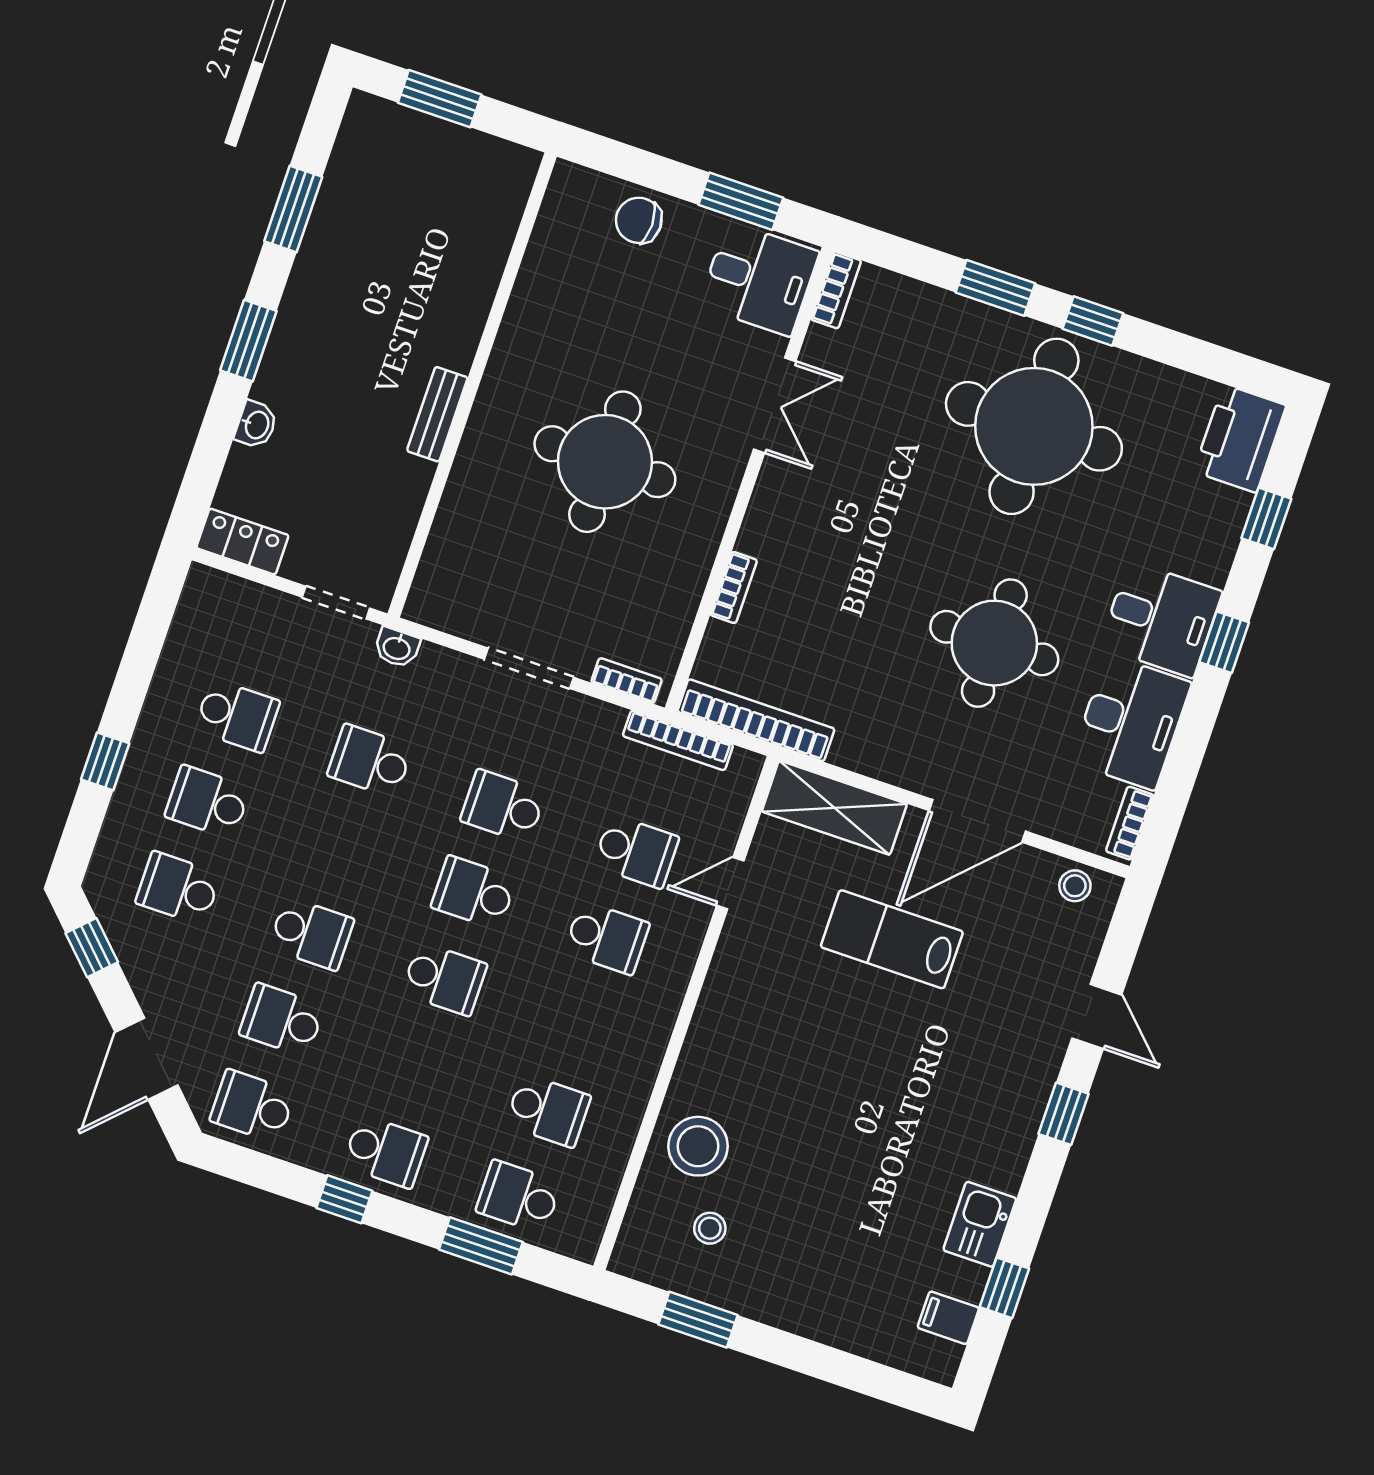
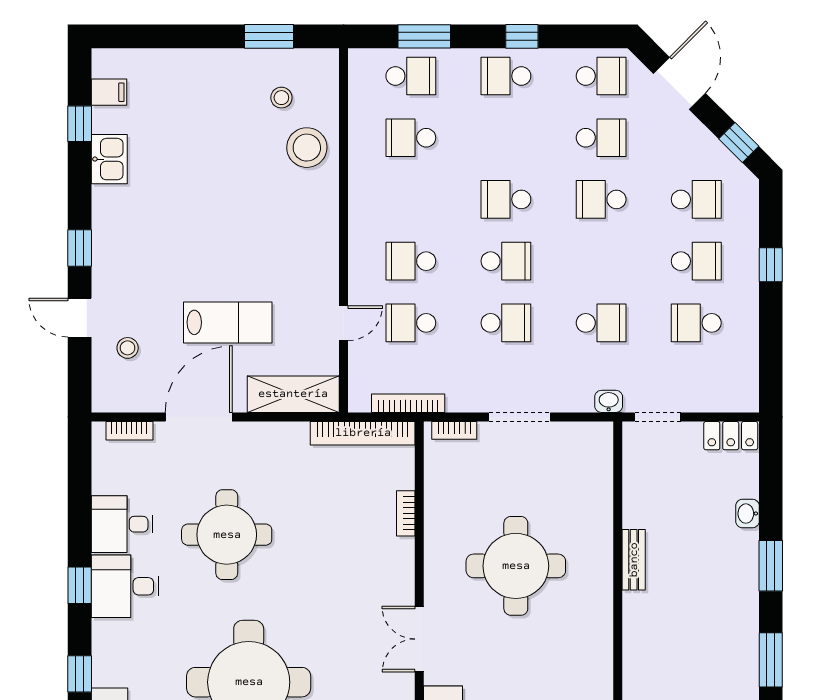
desk: (1131, 722) -> (122, 524), width x0.73
bookcase: (1130, 823) -> (129, 431), moved, turned 90
stool: (1075, 886) -> (128, 348), moved

